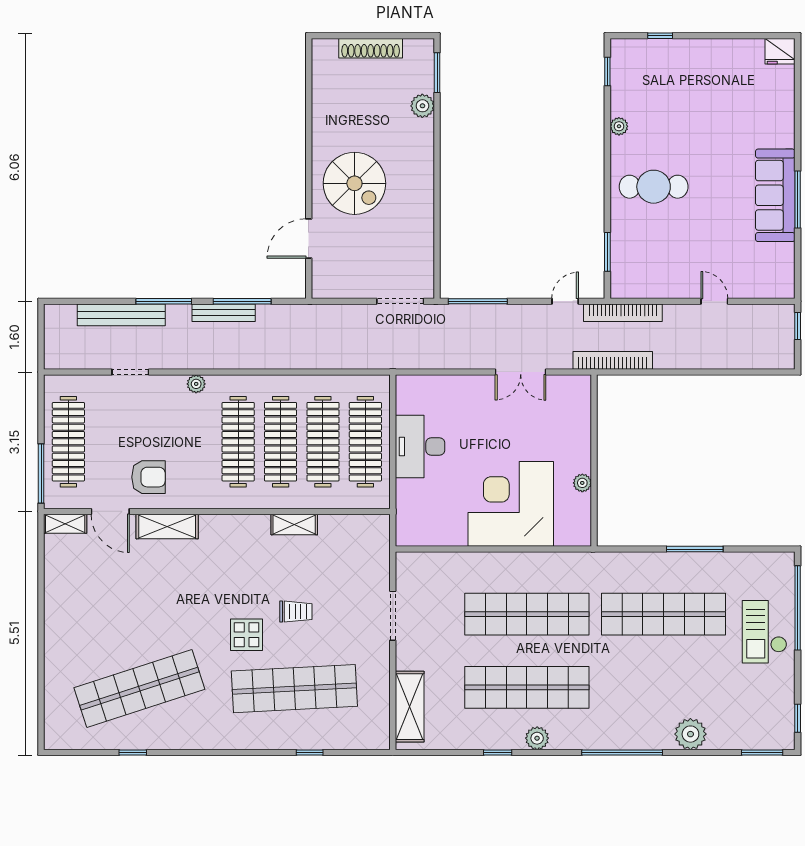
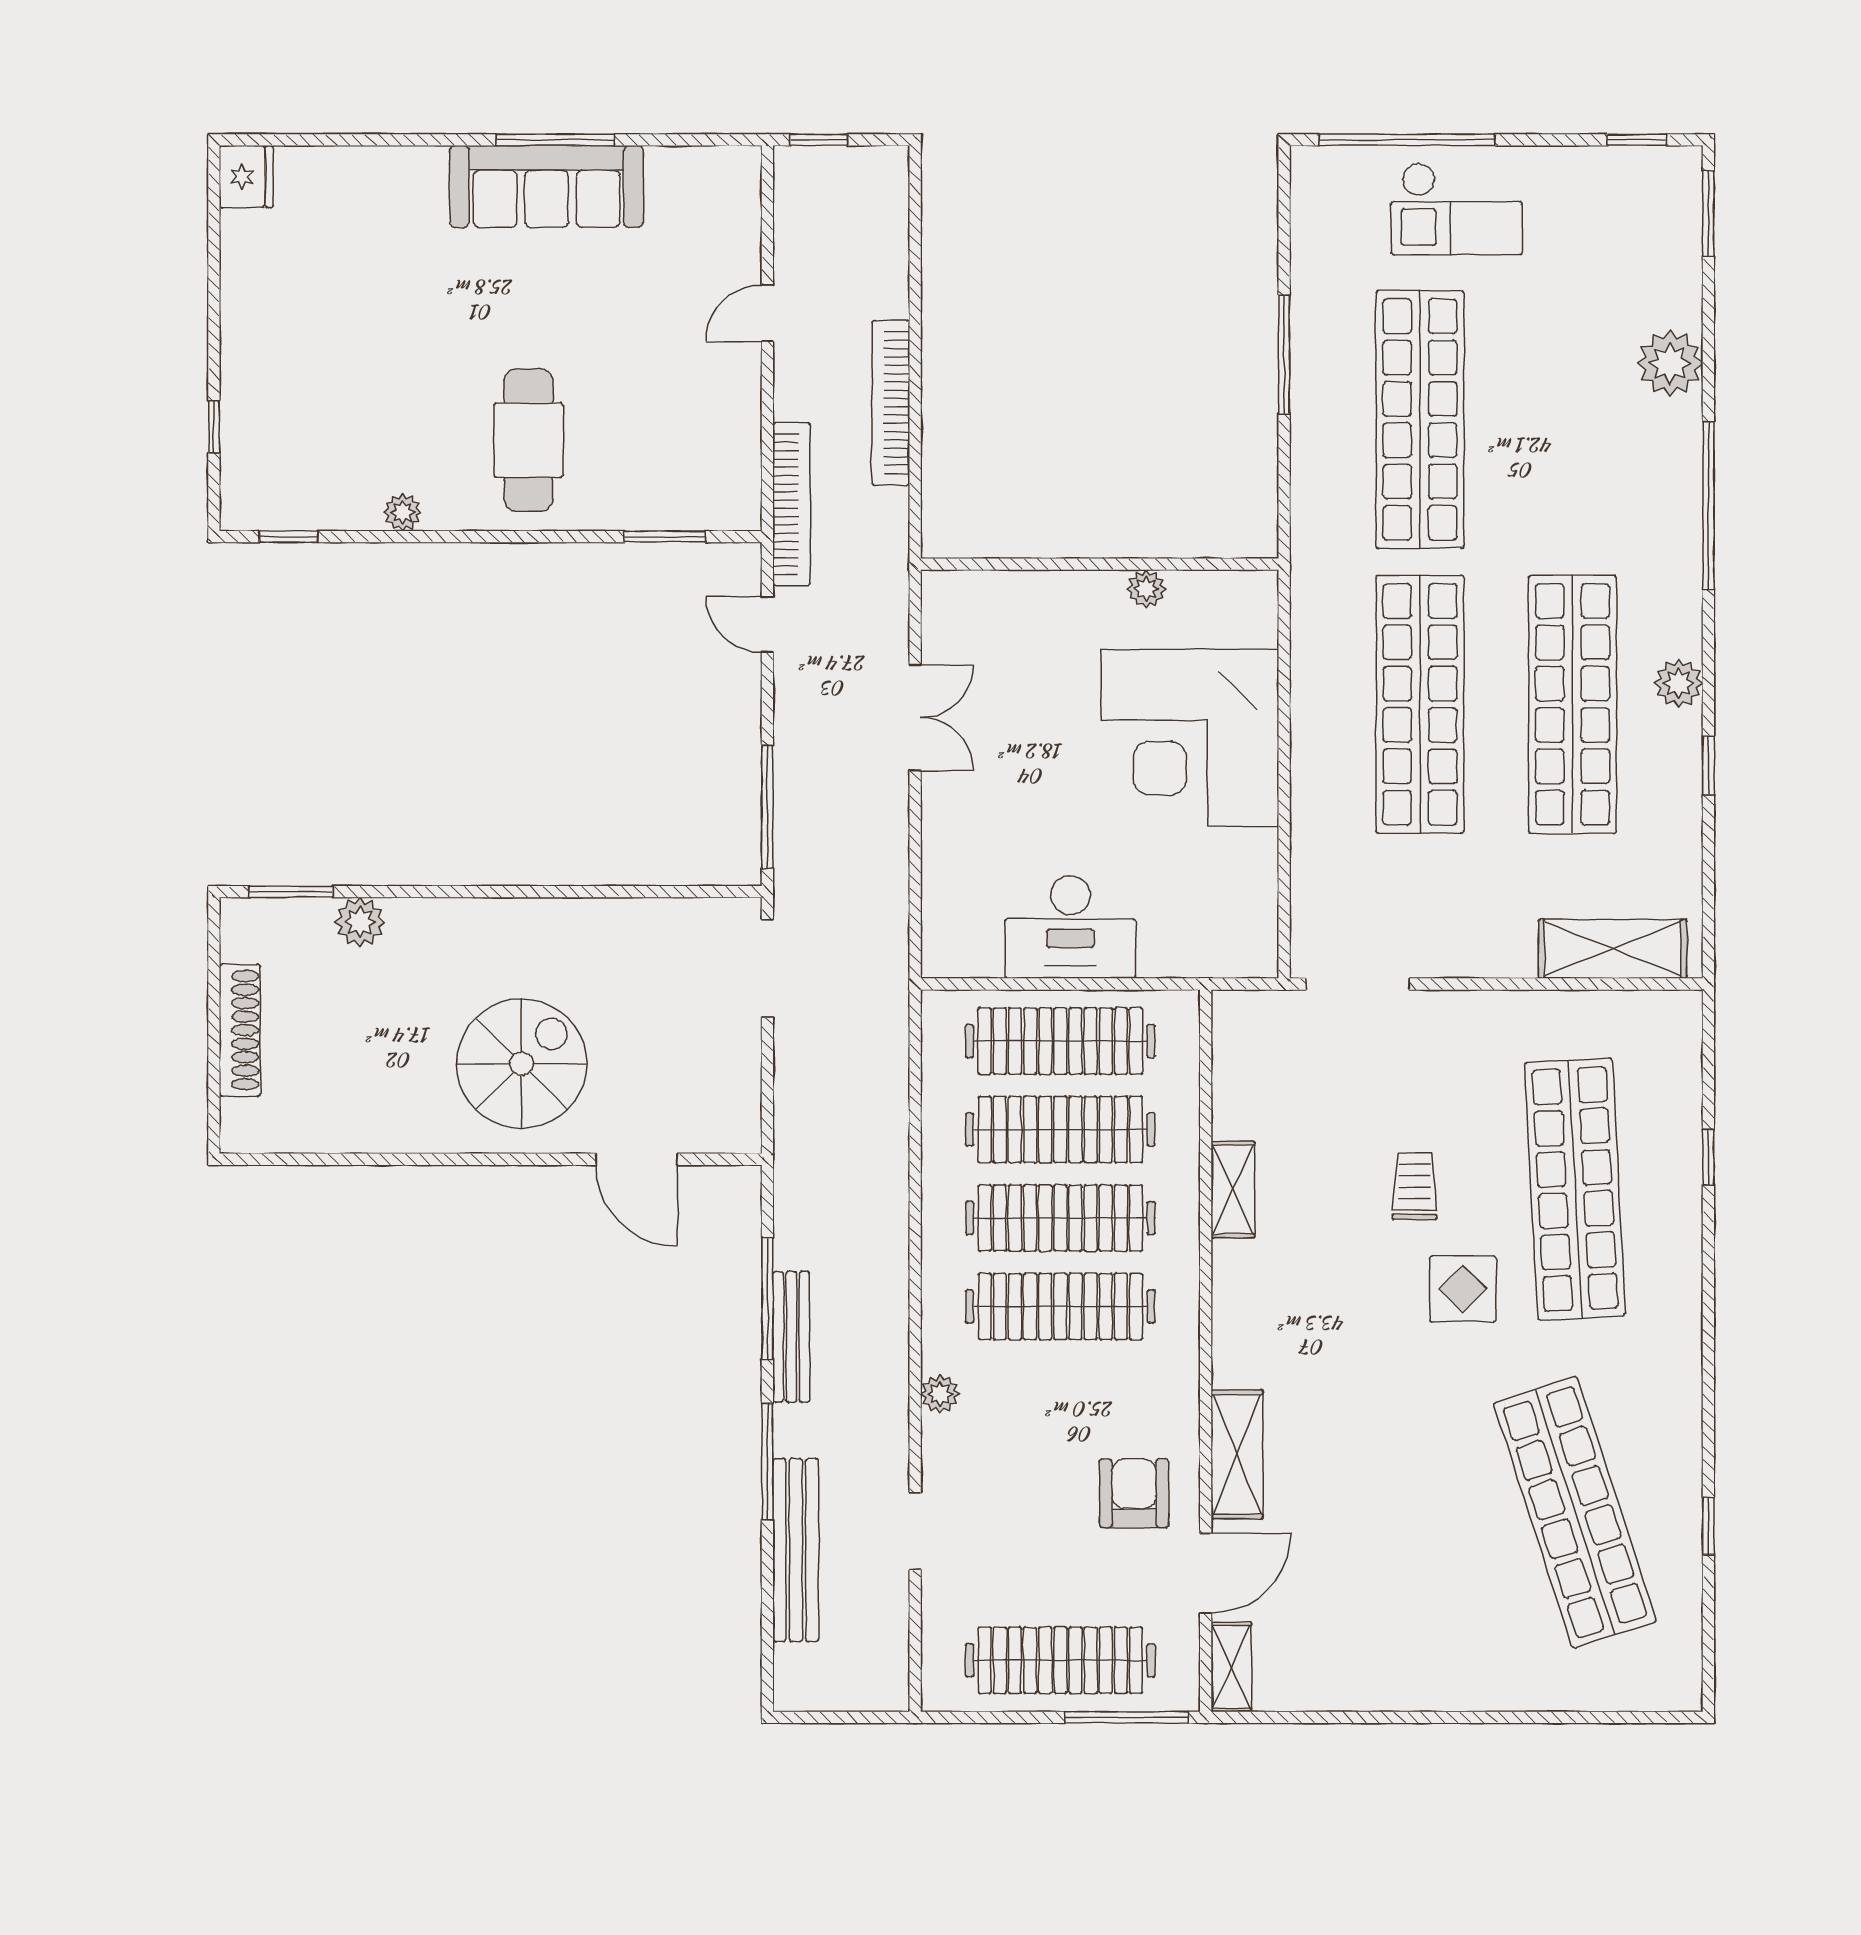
bookcase: (613, 360) -> (891, 403), moved
doorway: (393, 616) -> (1358, 984), moved

